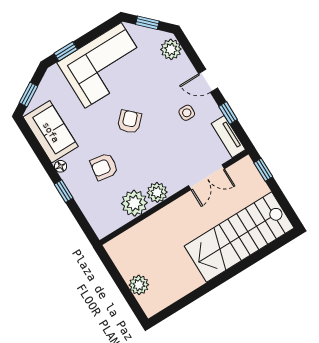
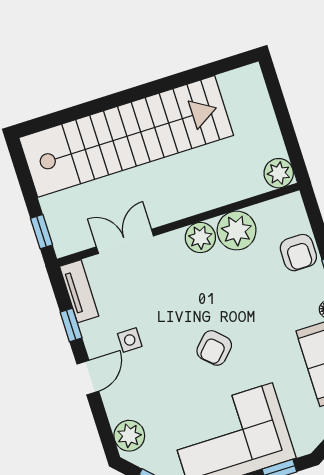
door: (208, 81) -> (88, 378), hinge flipped
armchair: (104, 167) -> (298, 253), moved, turned 81
stairs: (239, 237) -> (126, 136), width x1.36
plant: (139, 285) -> (279, 173), moved

